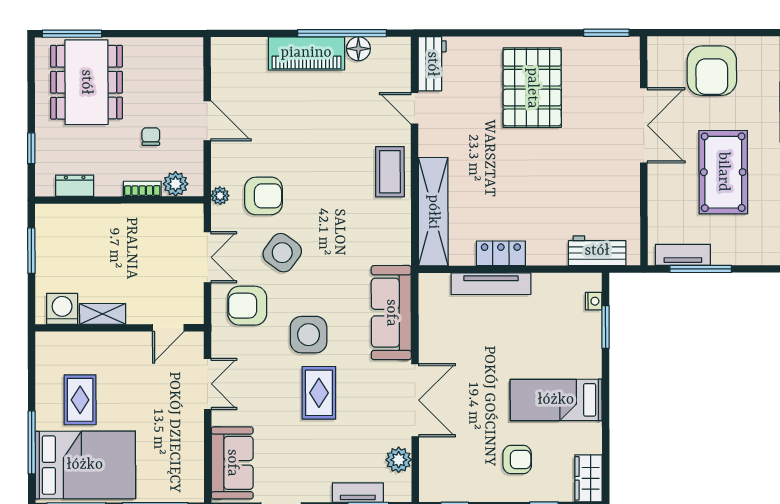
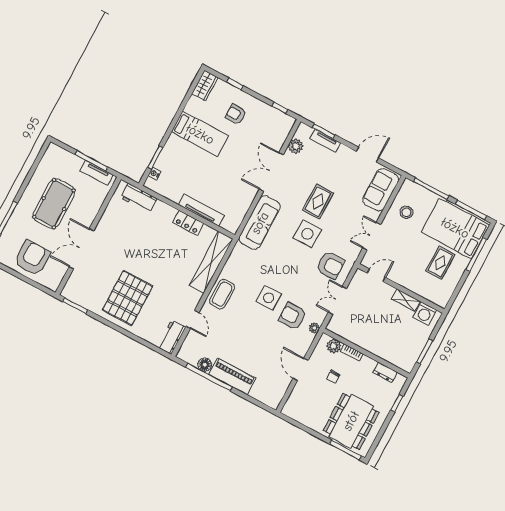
side table: (282, 253) -> (269, 298), moved, turned -36
stool: (174, 449) -> (406, 212), added

